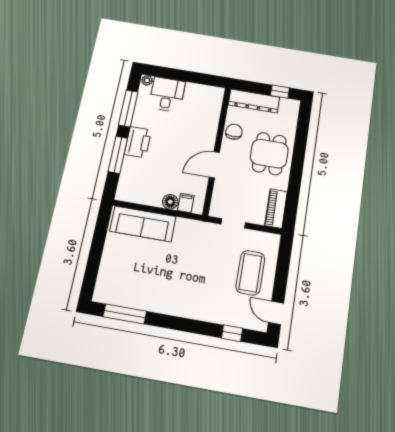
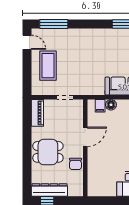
dresser: (254, 101) -> (49, 190), moved
dining table: (269, 154) -> (48, 152), turned 90
window: (232, 333) -> (54, 24), width x2.17

